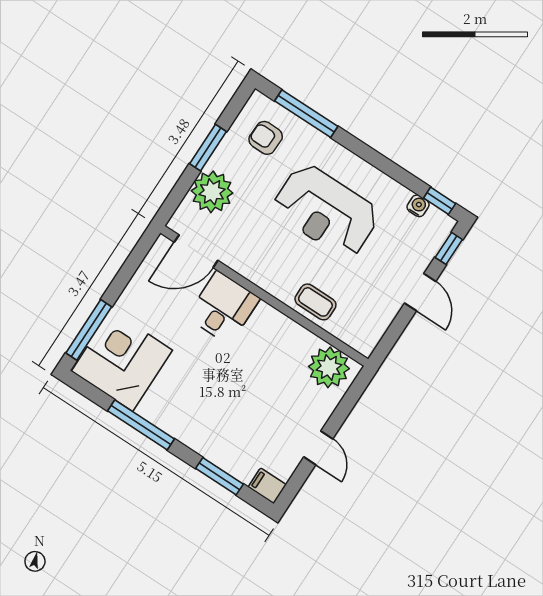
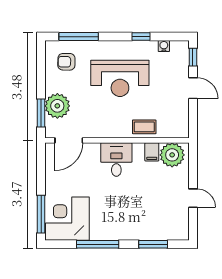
window: (208, 148) -> (41, 113), moved
window: (440, 201) -> (141, 37), moved
desk: (223, 308) -> (116, 160), moved
filing cabinet: (267, 486) -> (152, 152), moved, turned -90

